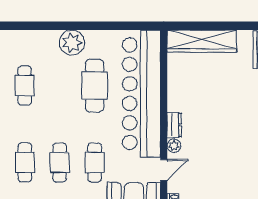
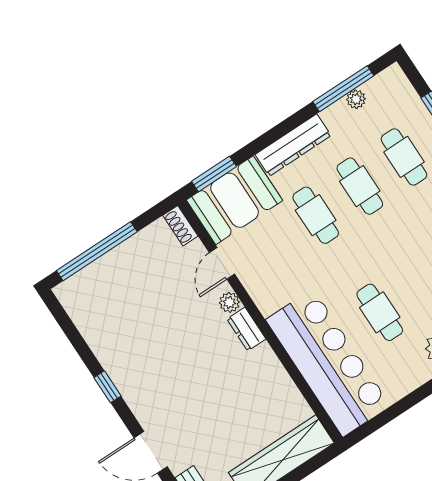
cafe table: (95, 86) -> (380, 312), width x0.73, depth x0.74
bar counter: (141, 94) -> (328, 363), width x0.73

